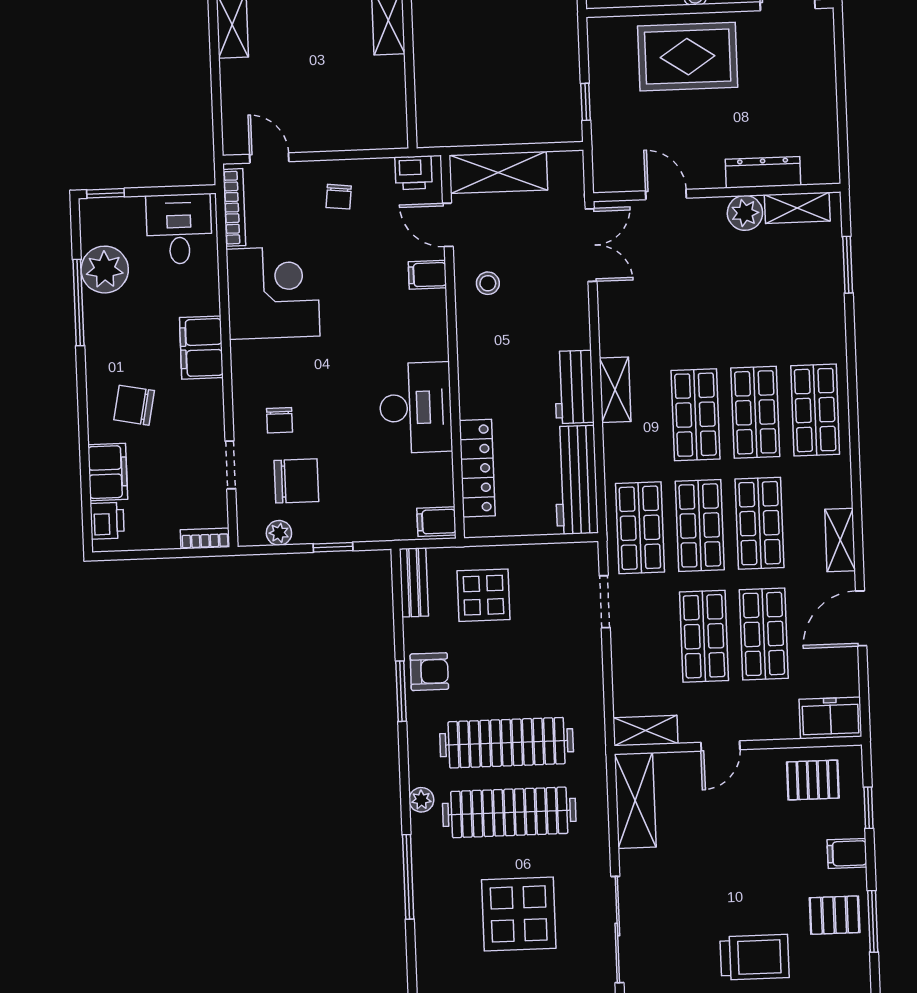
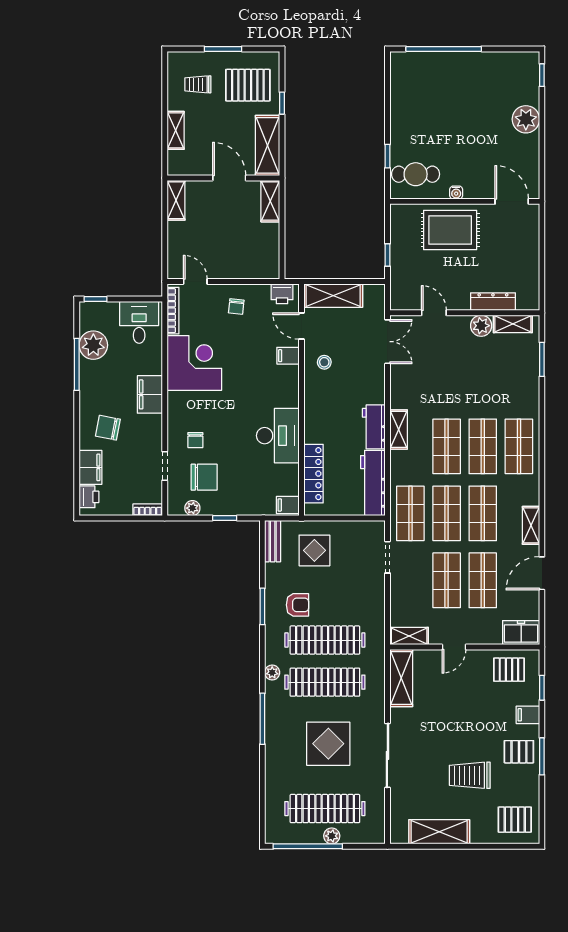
armchair: (429, 672) -> (298, 605), moved
trolley: (755, 957) -> (470, 775), turned 180

